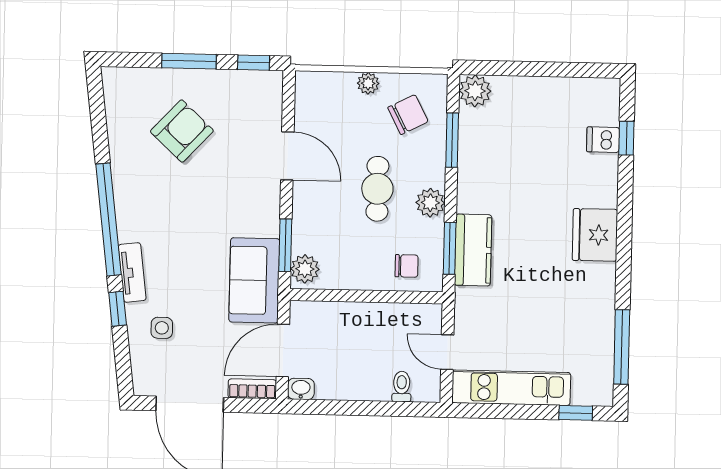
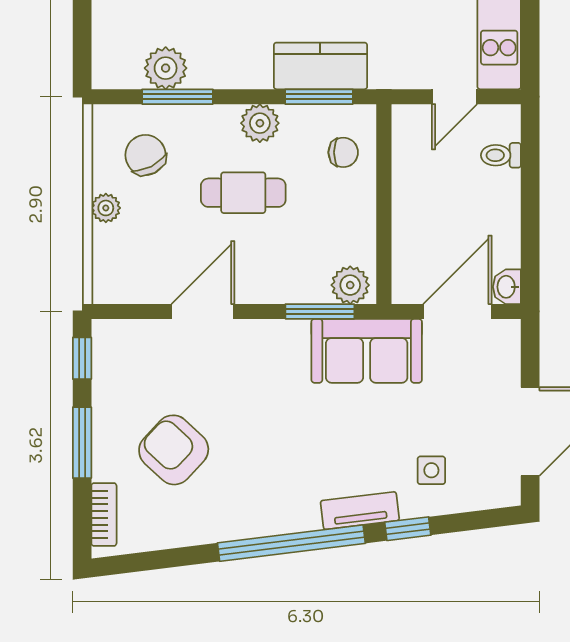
plant: (475, 91) -> (166, 68), moved
chair: (407, 266) -> (343, 152), turned 90
door: (283, 351) -> (457, 311), swing flipped
bookcase: (252, 389) -> (104, 515), moved, turned 180

